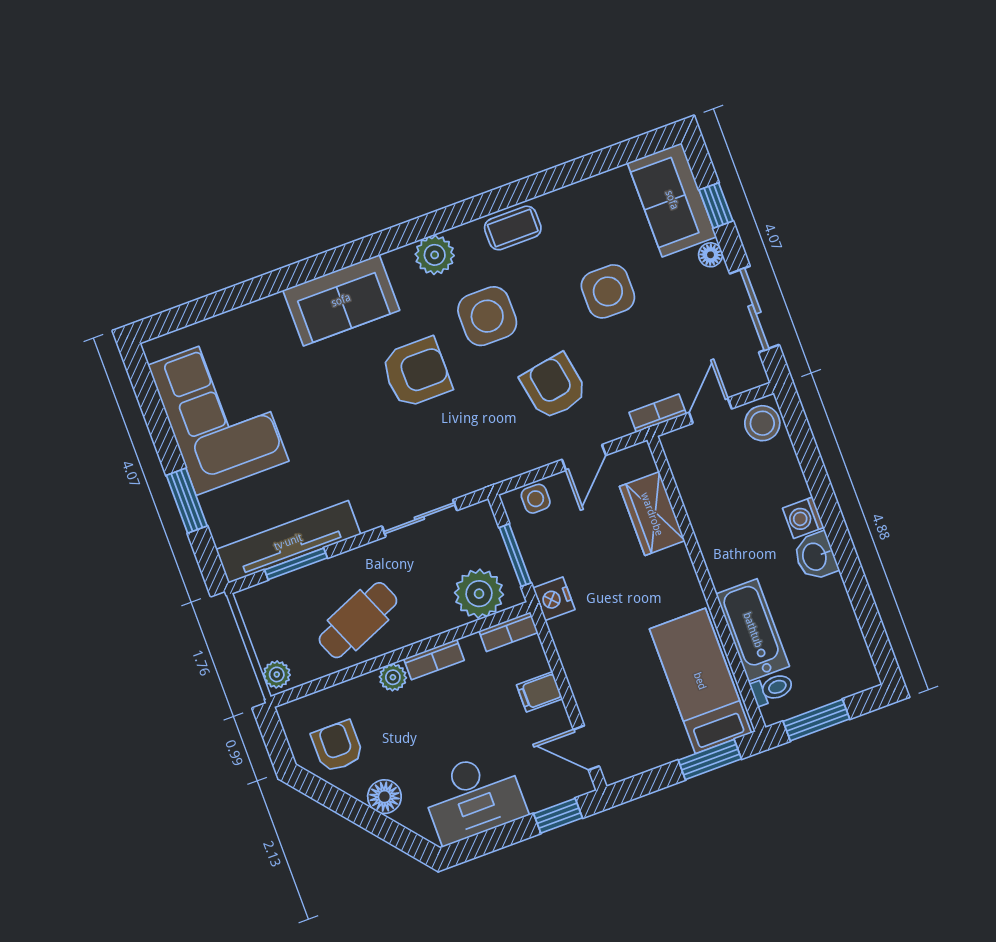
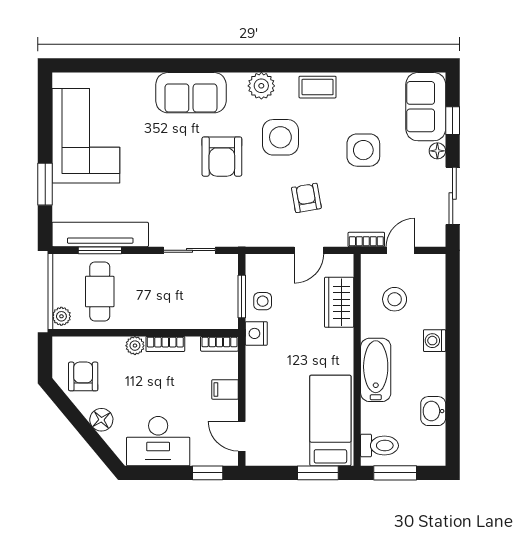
armchair: (416, 373) -> (222, 157), turned 90
armchair: (554, 386) -> (306, 198), width x0.72, depth x0.72
stool: (762, 423) -> (395, 299), moved
side table: (536, 499) -> (263, 301), moved
washbasin: (815, 556) -> (433, 411), moved
plant: (479, 594) -> (210, 312), removed
cafe table: (358, 620) -> (100, 291), moved, turned -67
bathtub: (753, 630) -> (376, 370), moved
toilet: (772, 689) -> (380, 446), width x1.37, depth x1.39

